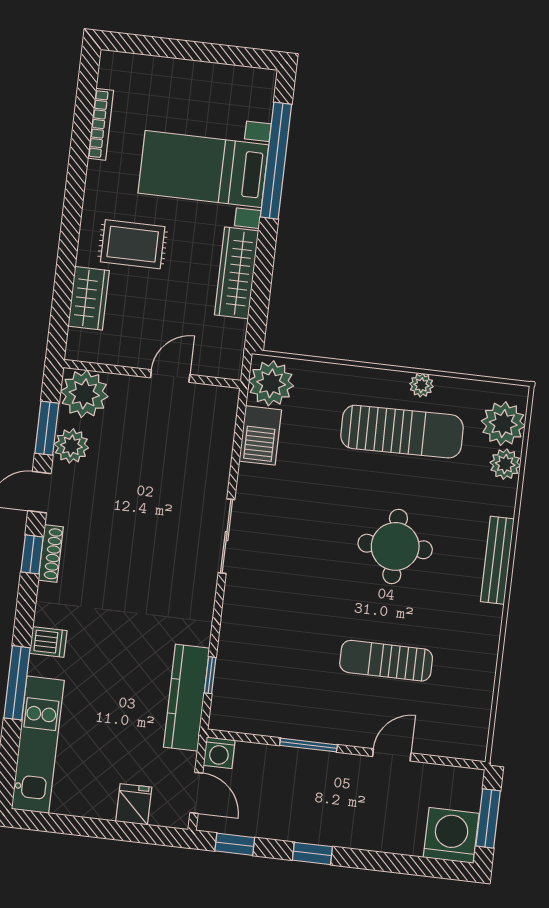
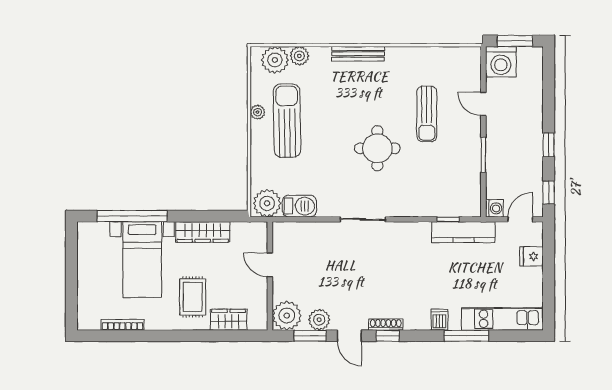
round table: (395, 546) -> (377, 148), moved
washing machine: (451, 835) -> (501, 62), moved, turned -90

